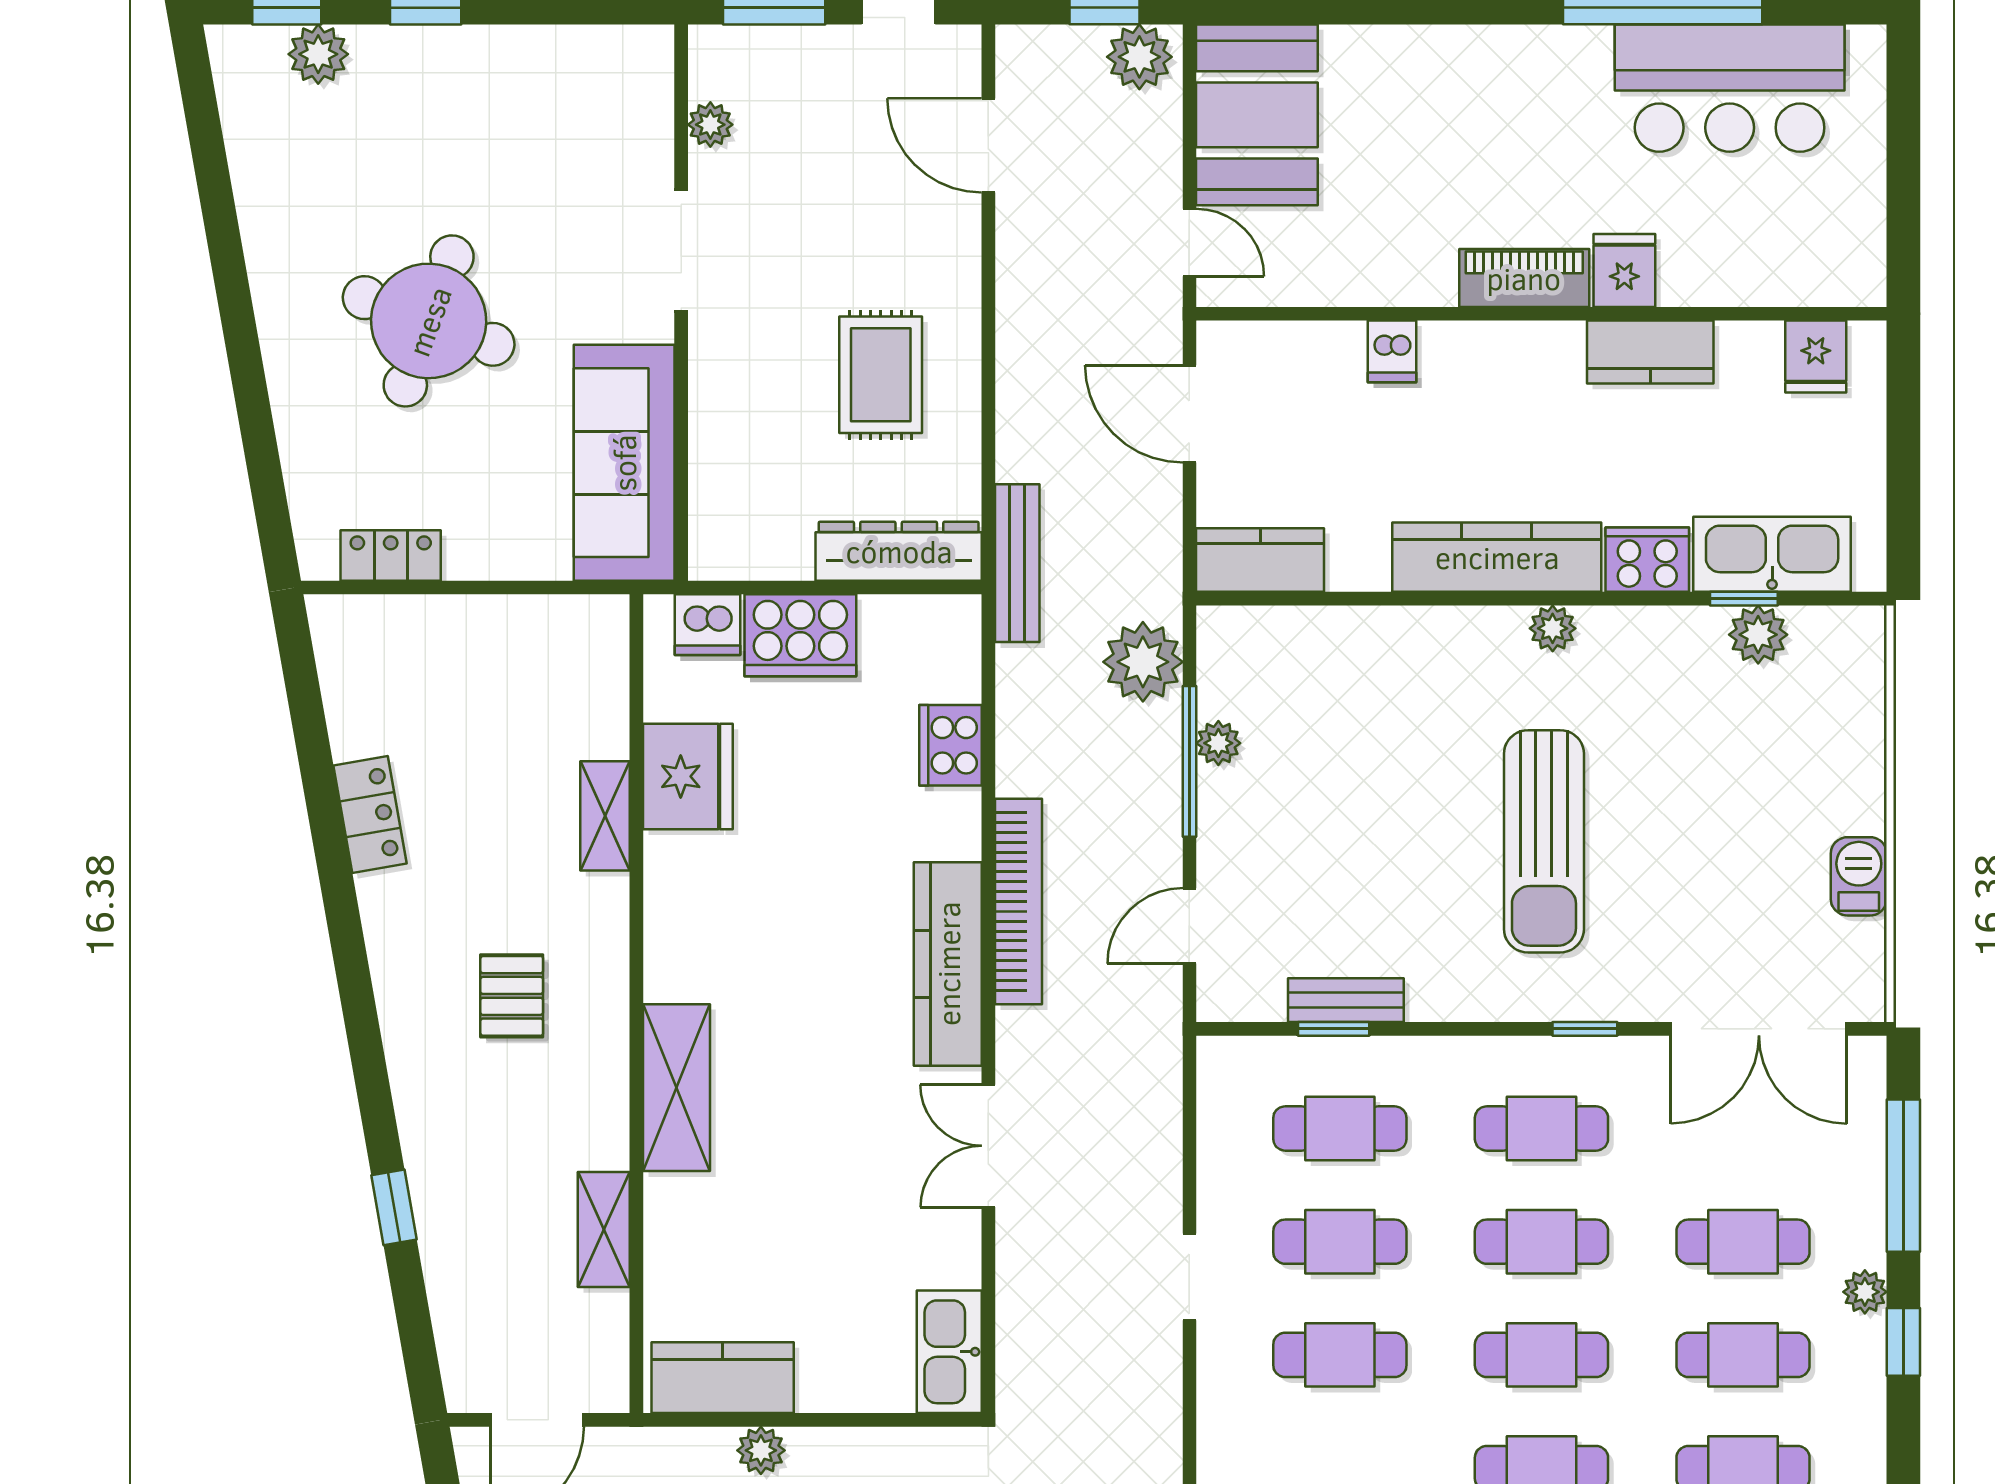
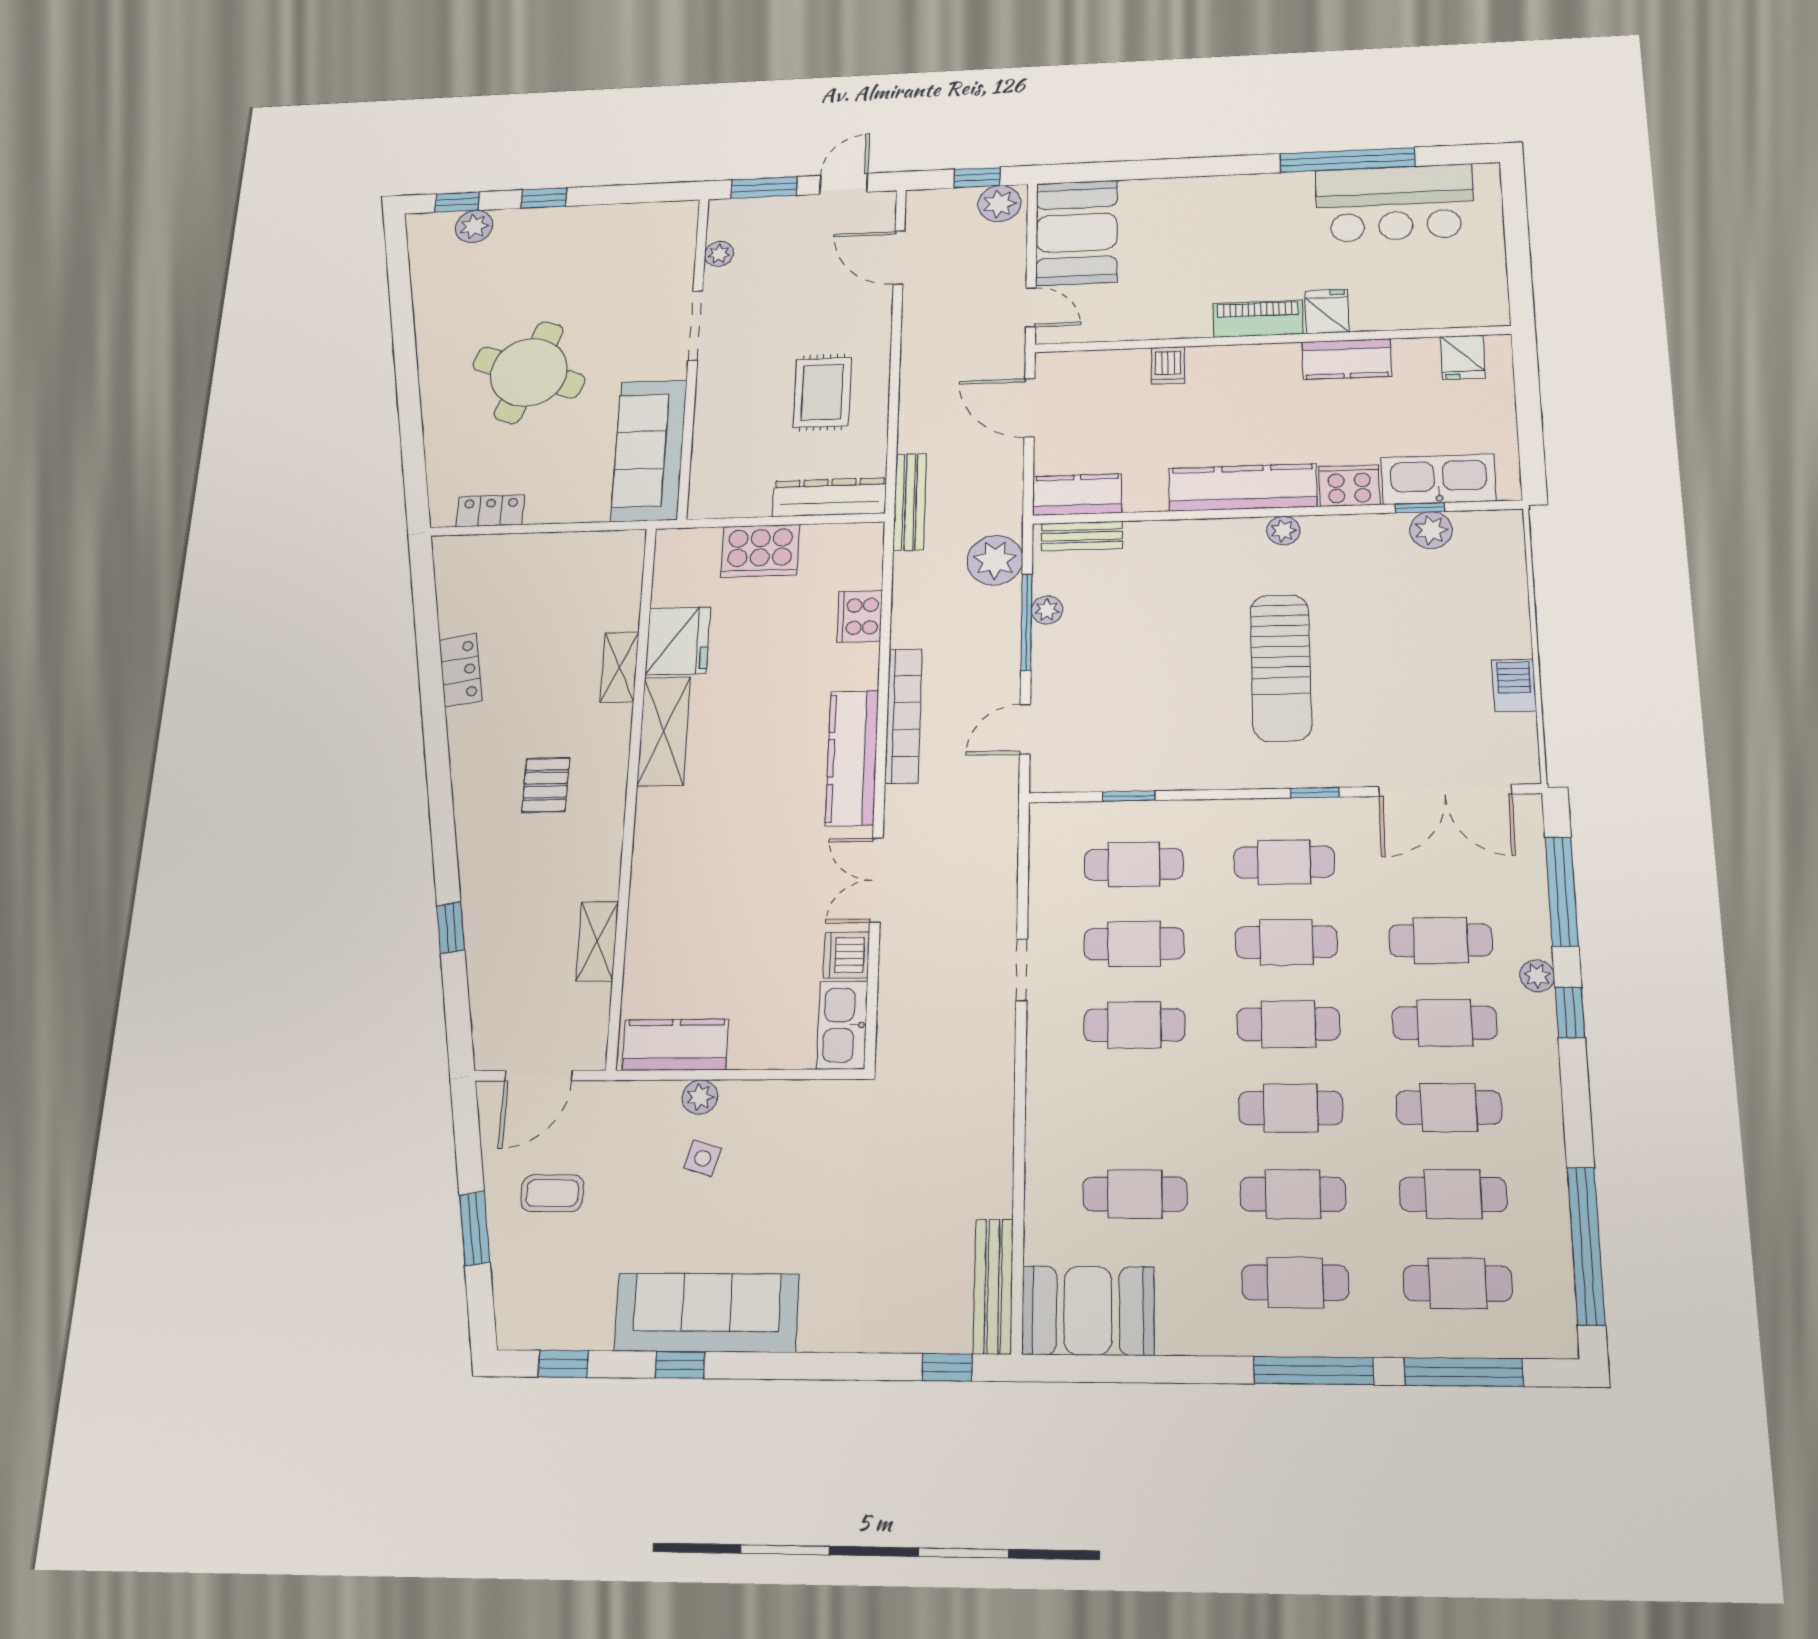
dishwasher: (707, 625) -> (846, 955), moved, turned 90
bench: (1346, 1000) -> (1082, 536), moved
shelving: (677, 1088) -> (664, 731), moved

